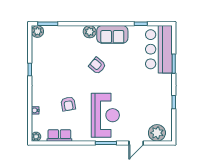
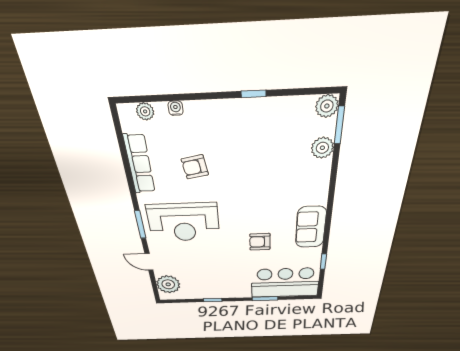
plant: (90, 32) -> (322, 148), moved
armchair: (97, 66) -> (260, 242), moved, turned -130
row of seats: (59, 135) -> (139, 164), width x1.48
plant: (36, 137) -> (145, 111), moved

